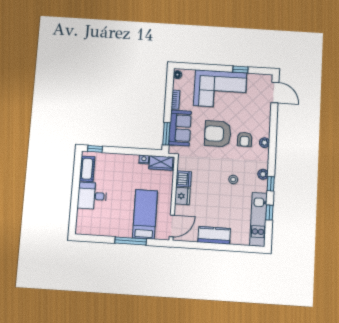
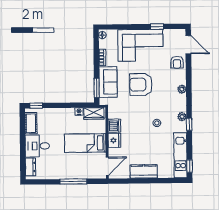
armchair: (245, 139) -> (177, 62), moved
window: (269, 213) -> (190, 166), moved
bed: (145, 214) -> (85, 143), moved, turned -90
dresser: (82, 220) -> (30, 167), added

